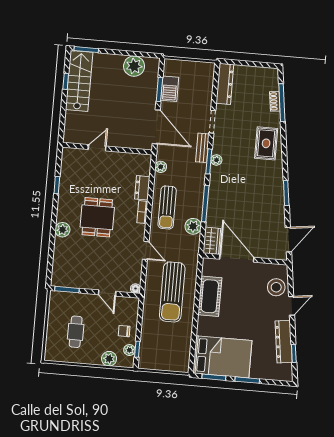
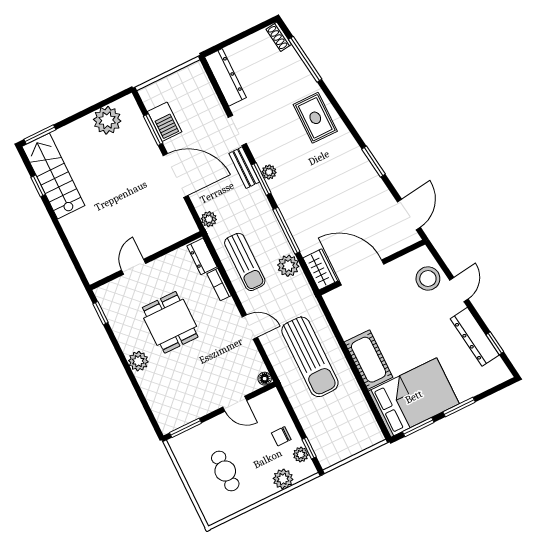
shoe rack: (275, 101) -> (279, 37), moved
door: (97, 148) -> (134, 267), moved
wall: (107, 149) -> (146, 261), moved
cot: (210, 296) -> (369, 360), moved

